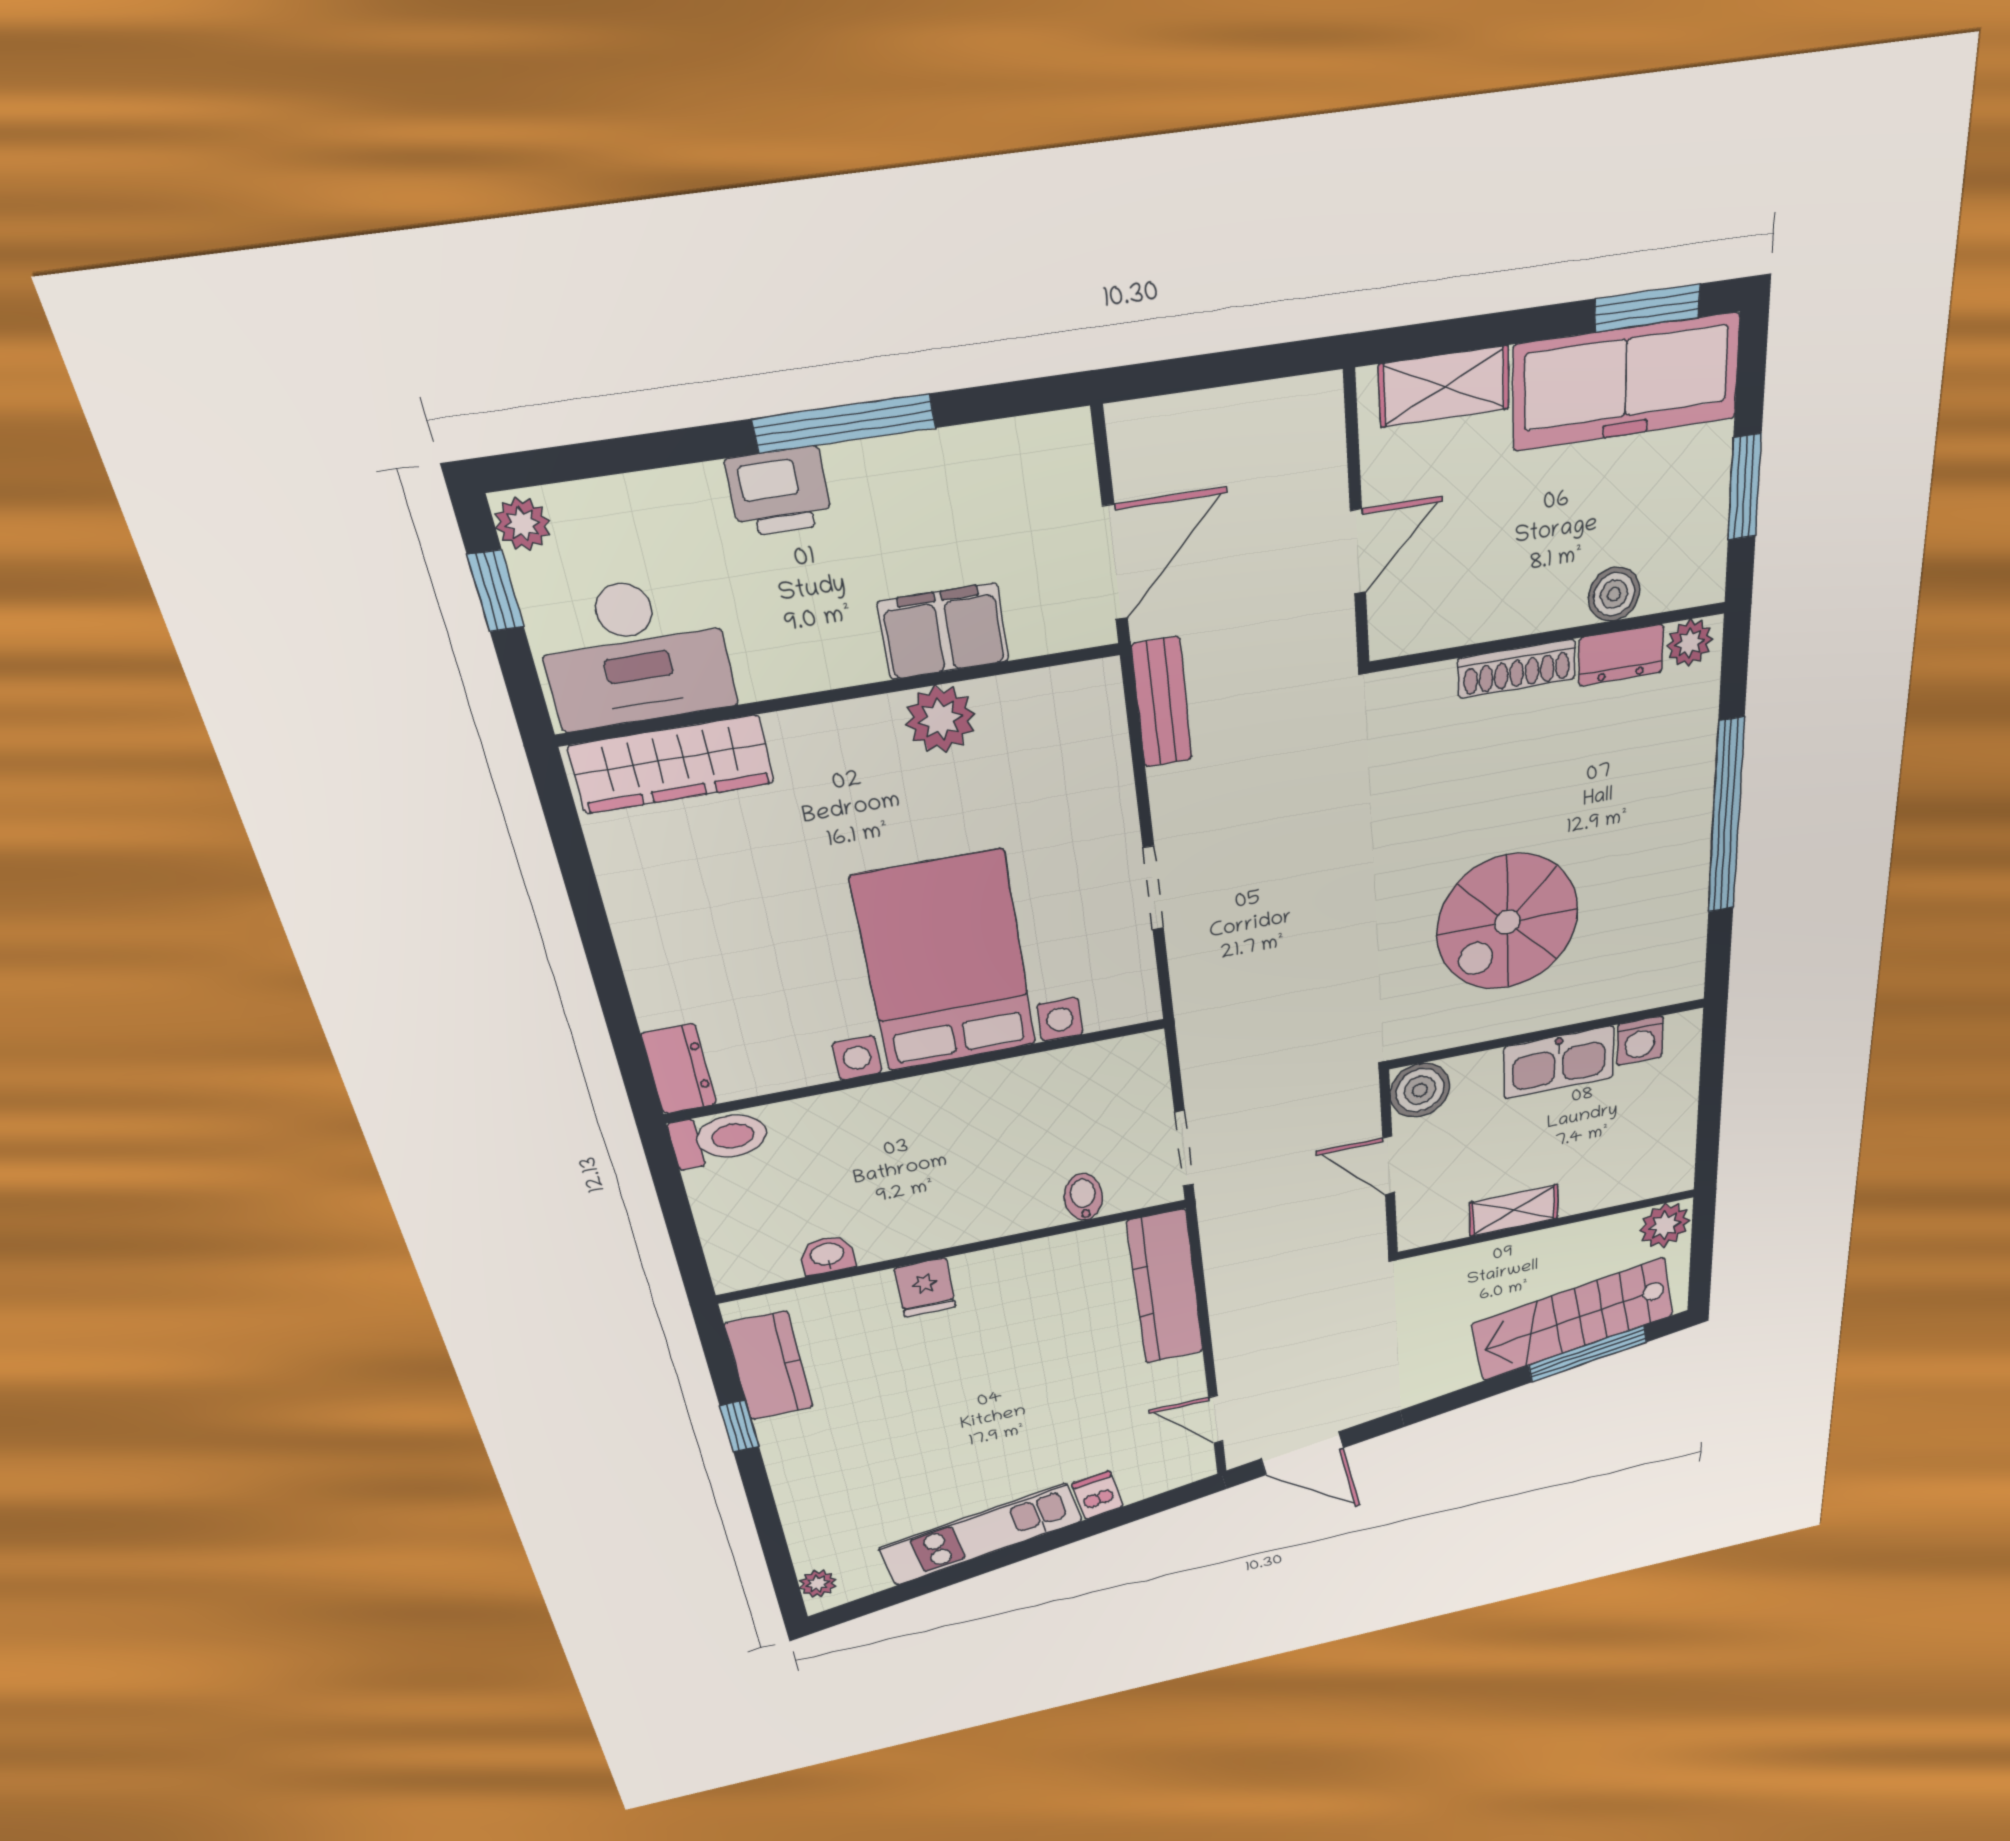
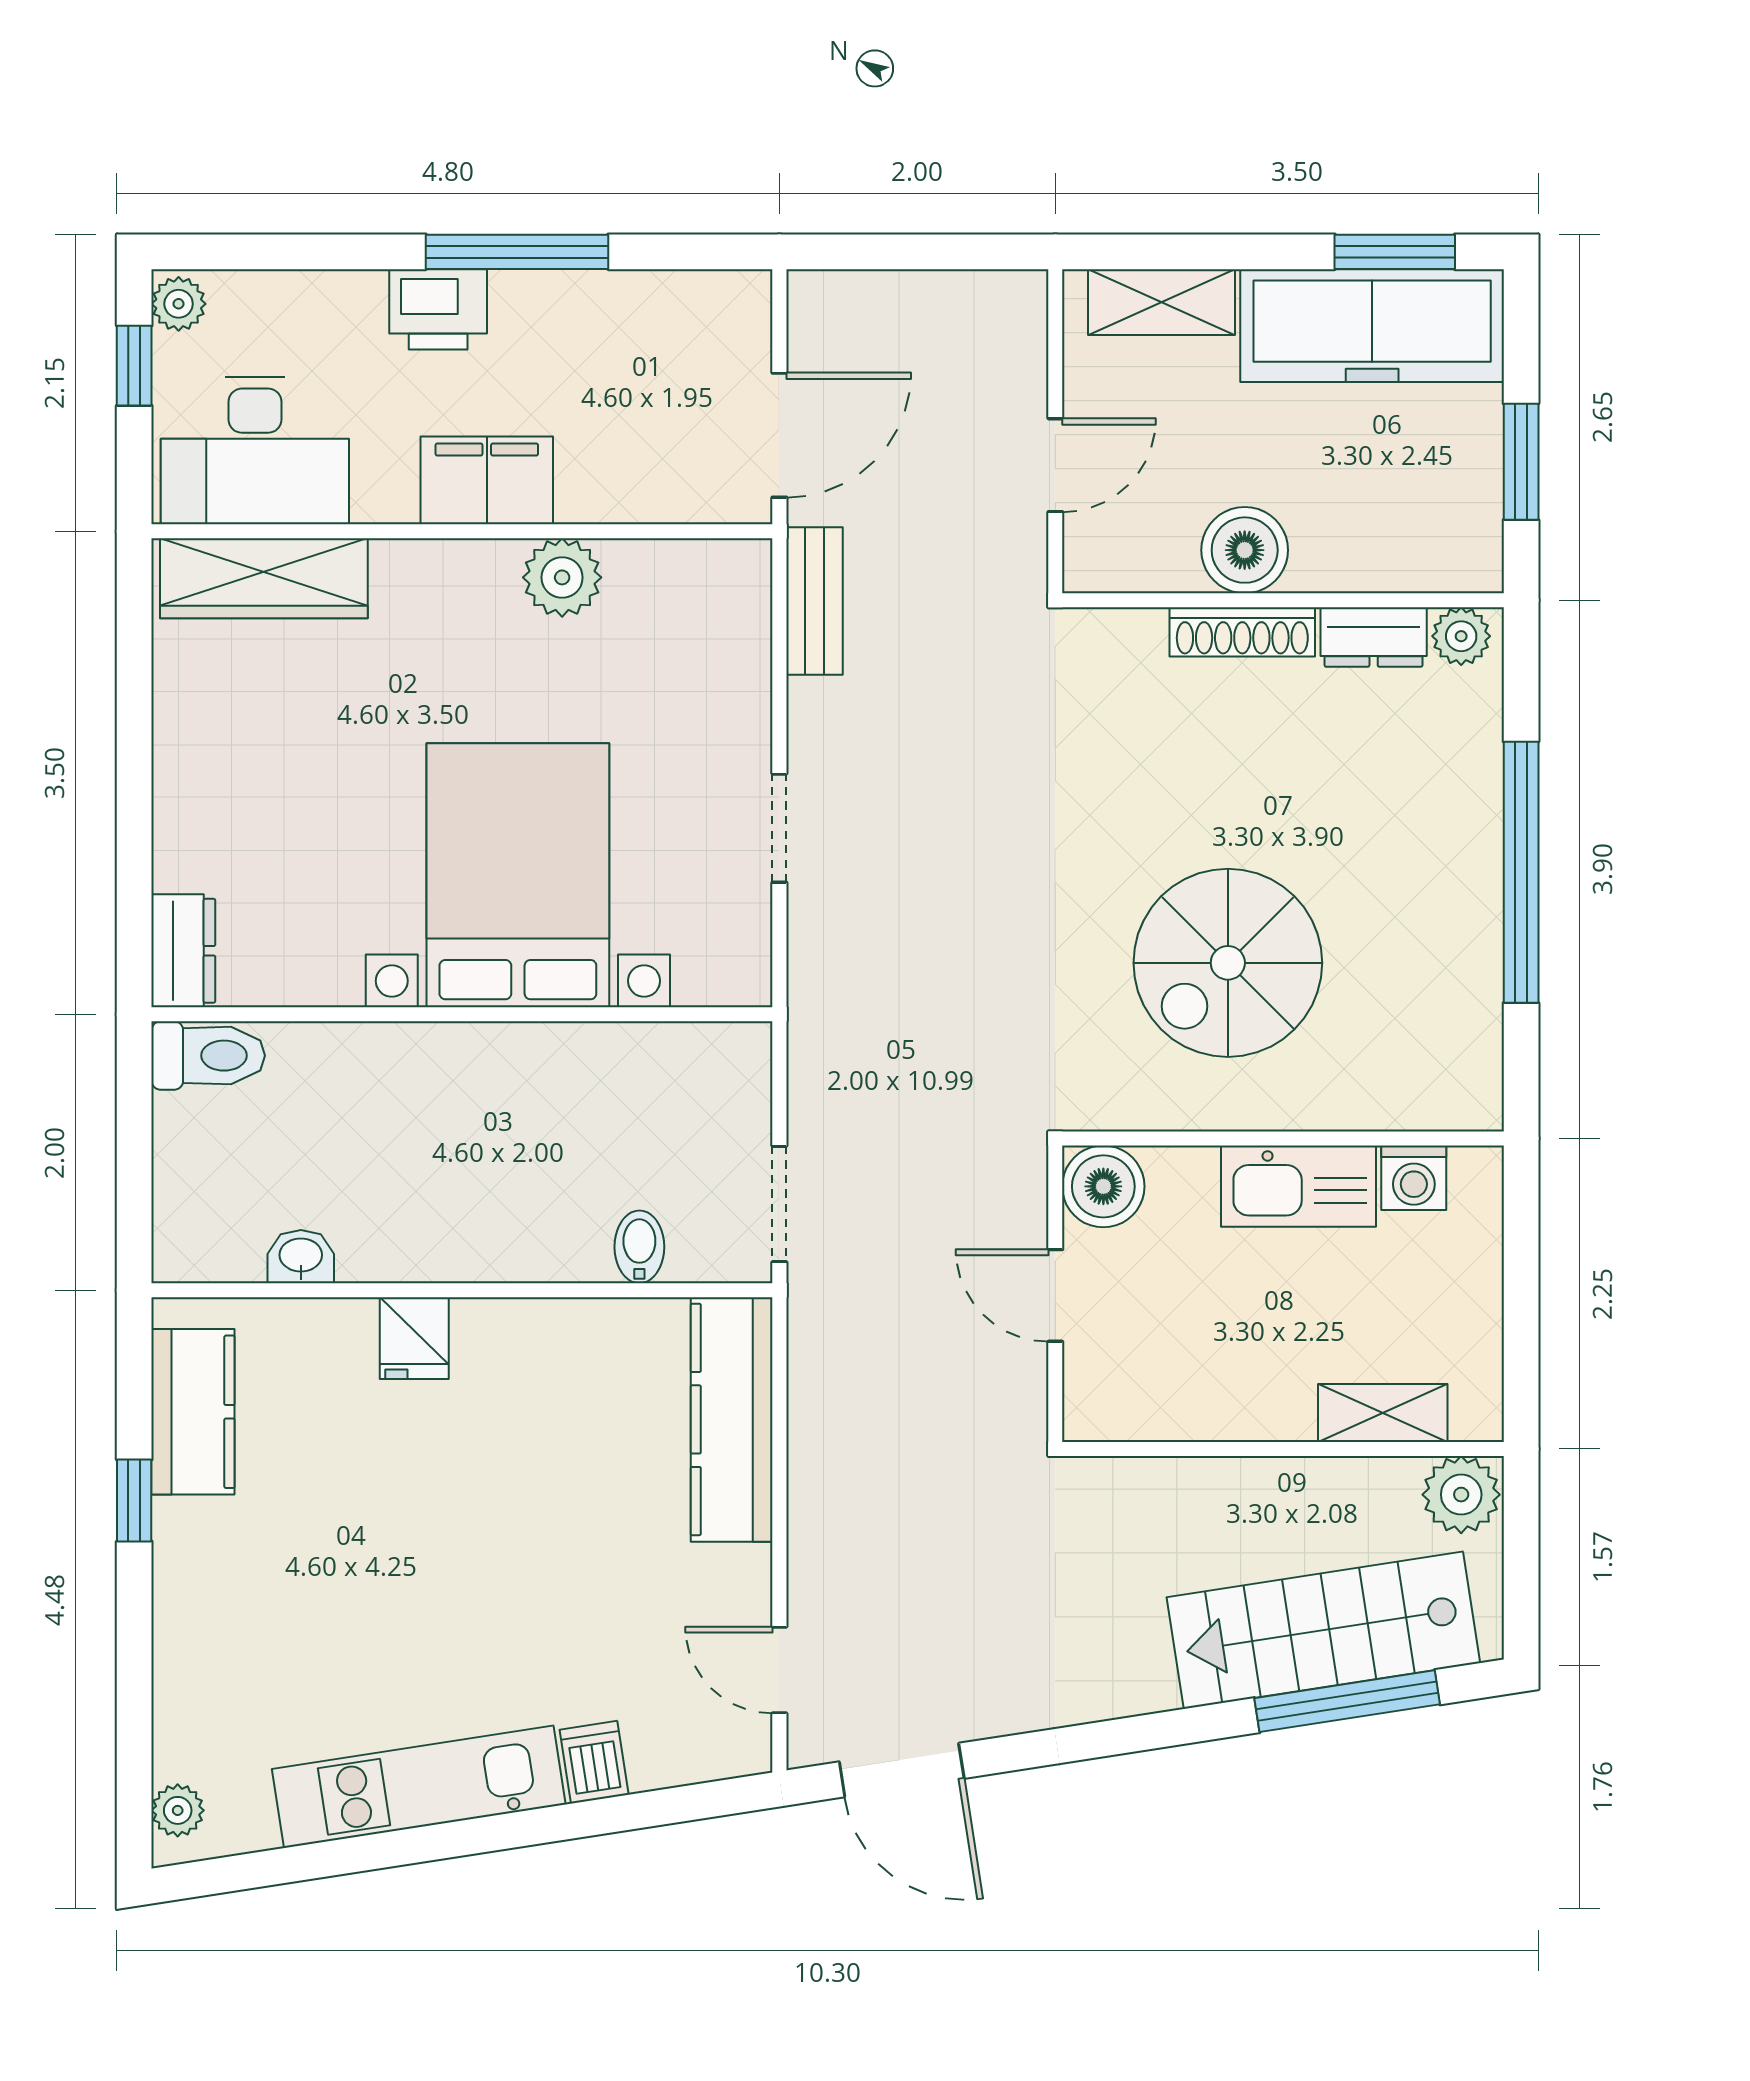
boiler: (1614, 594) -> (1245, 550), moved, width x1.36, depth x1.36
filing cabinet: (943, 631) -> (487, 480), moved
shelving: (1514, 1210) -> (1383, 1413), moved

